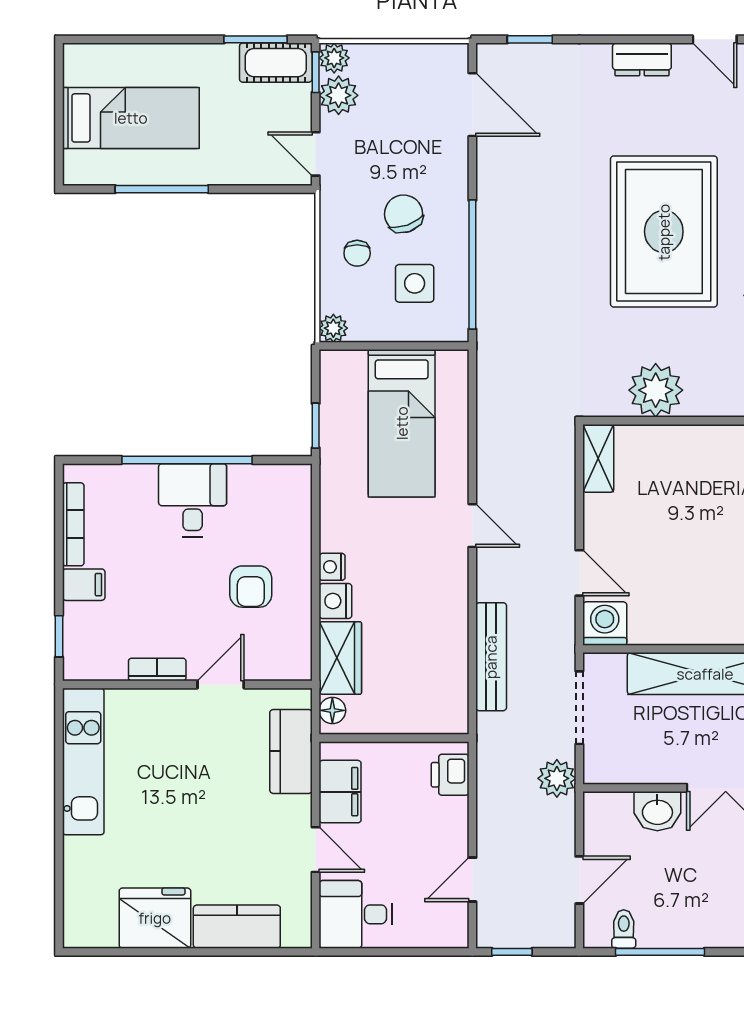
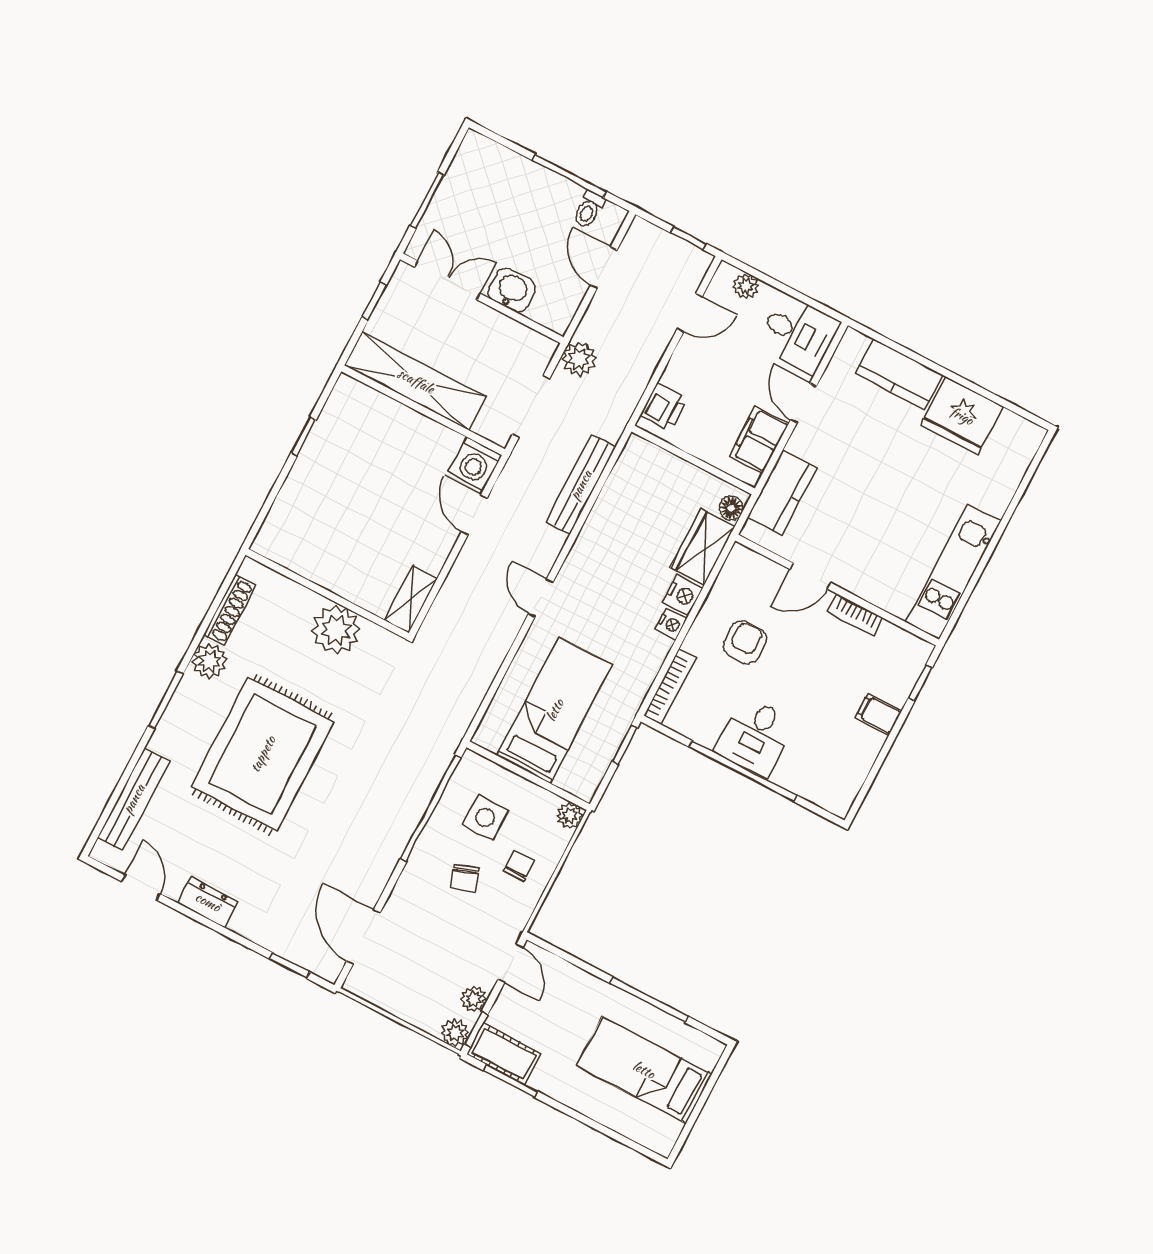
plant: (339, 95) -> (474, 999), width x0.73, depth x0.73
chair: (404, 214) -> (465, 878), width x0.73, depth x0.73
bookcase: (73, 524) -> (670, 686), moved, turned 180
door: (579, 880) -> (604, 268), hinge flipped
plant: (431, 934) -> (746, 286), added

